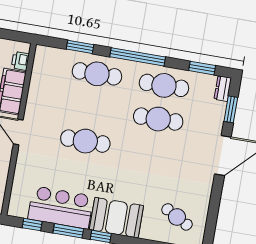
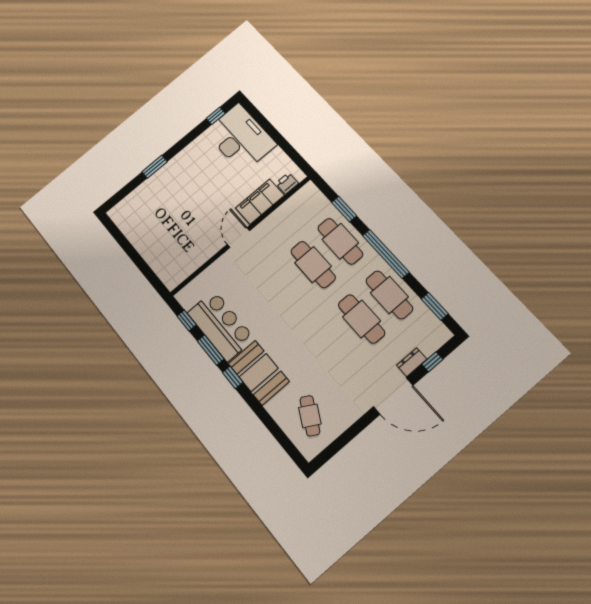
dresser: (223, 89) -> (412, 362), moved
window: (231, 109) -> (432, 362), width x0.67
cafe table: (85, 141) -> (313, 264), moved

